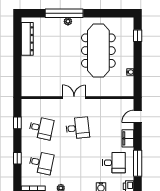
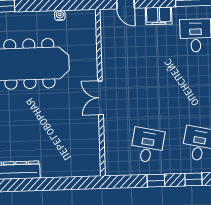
window: (17, 123) -> (156, 181), moved
desk: (78, 128) -> (146, 91), removed

